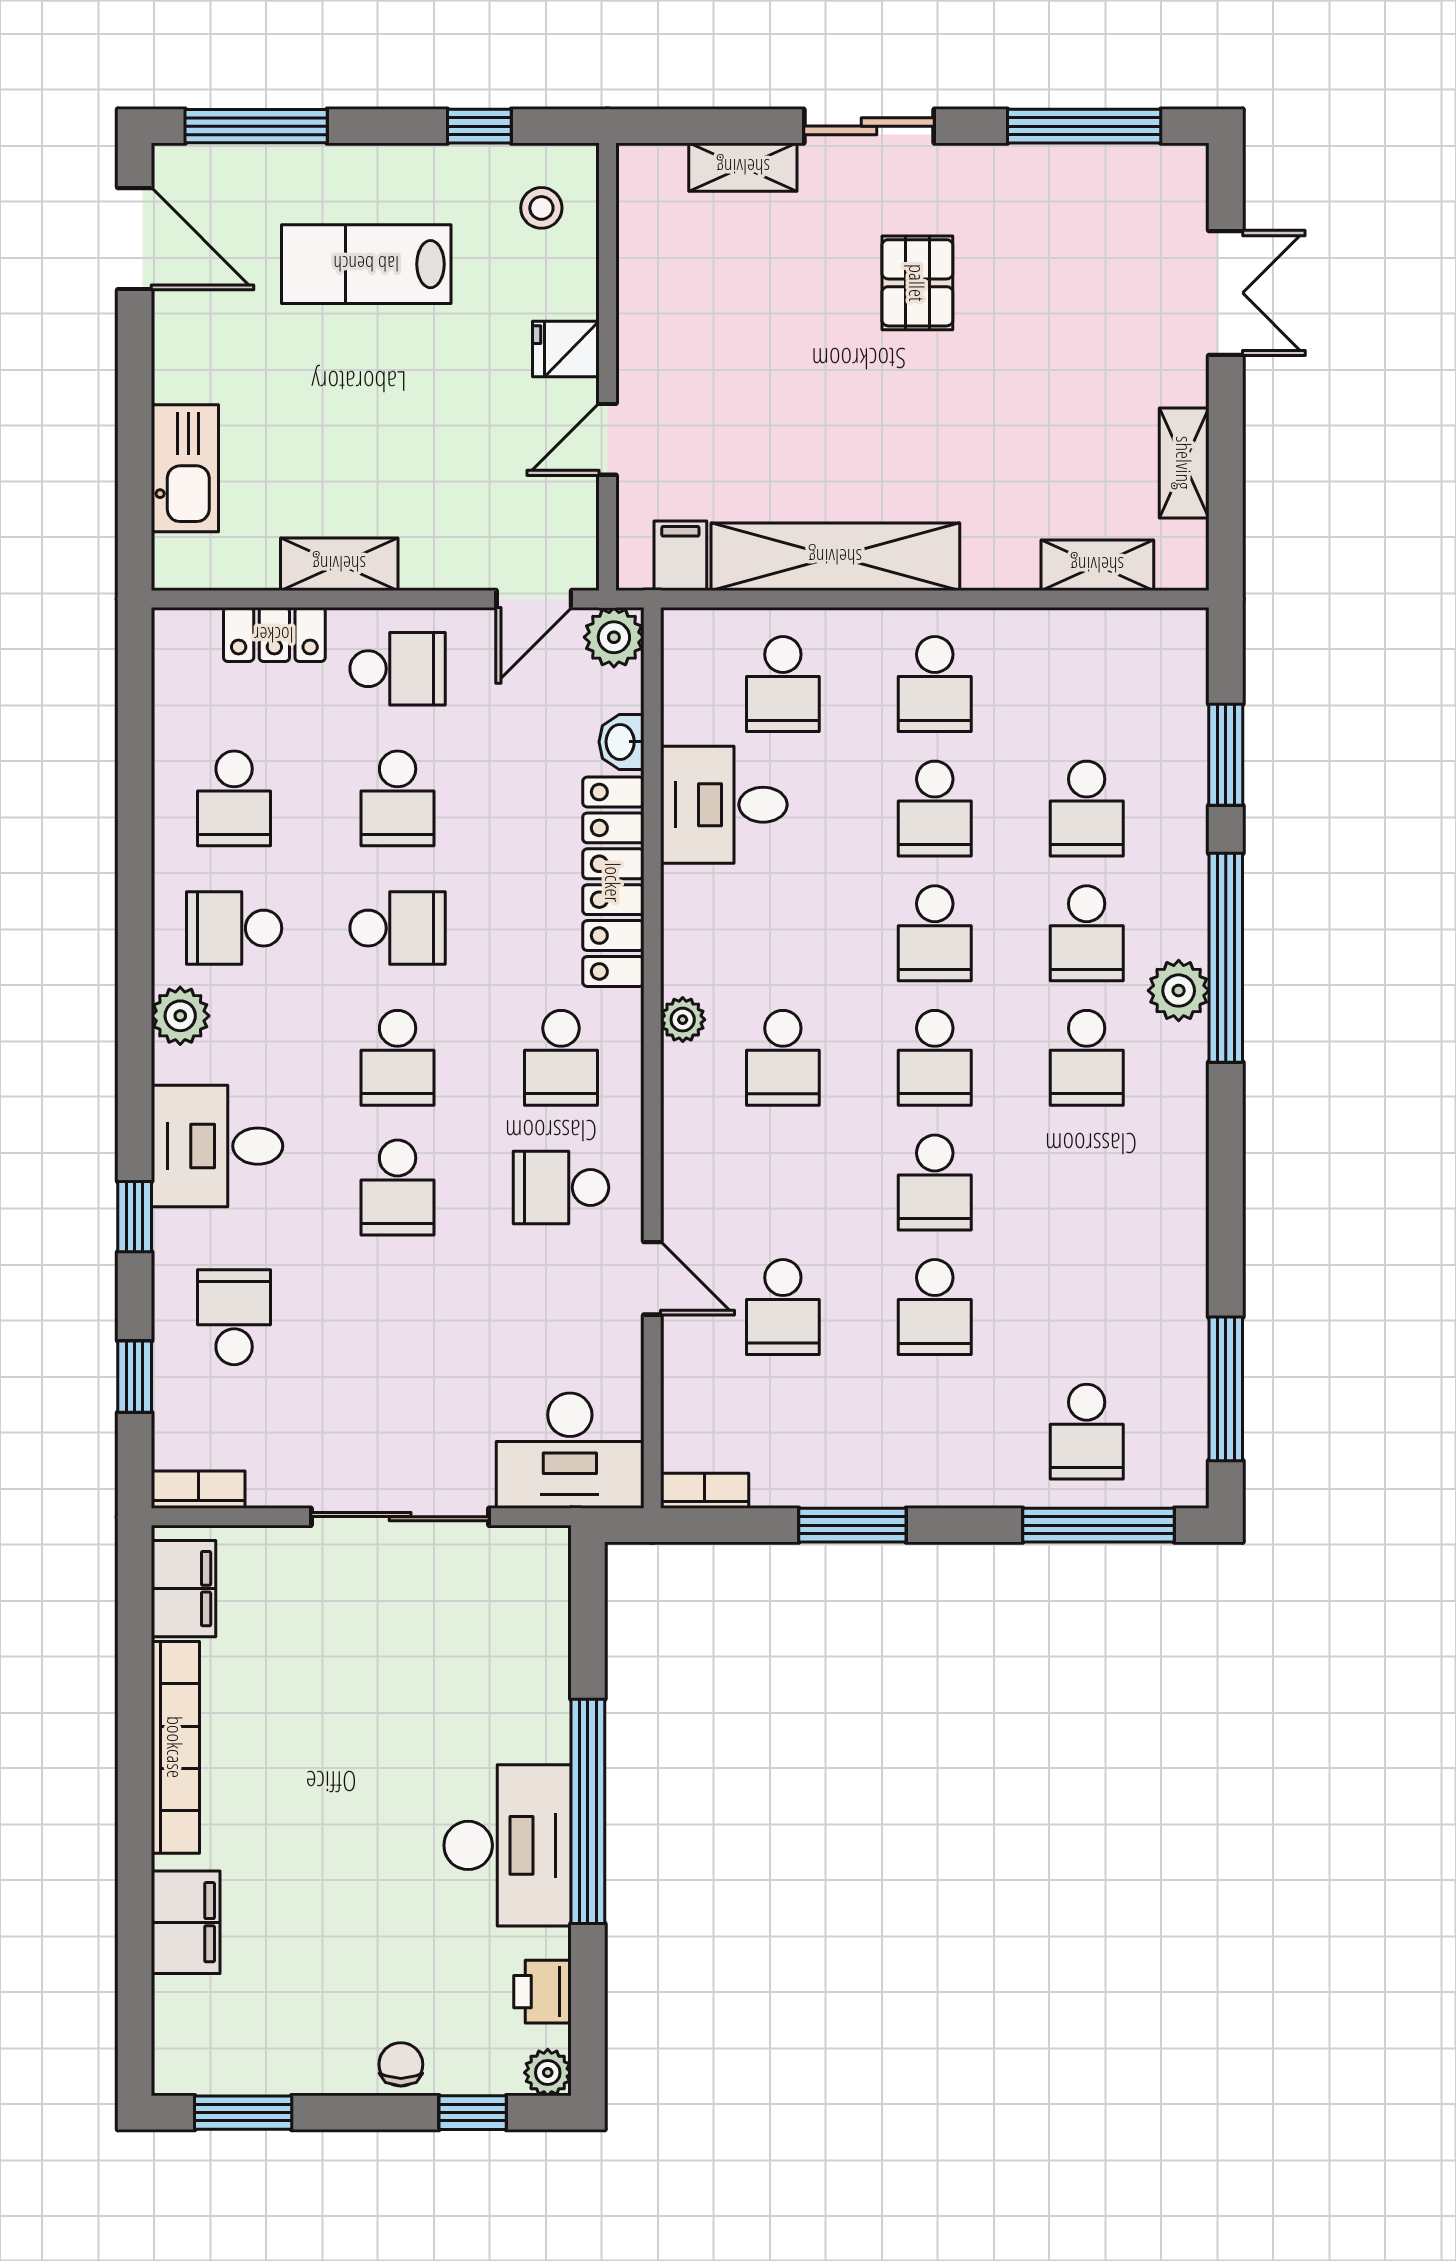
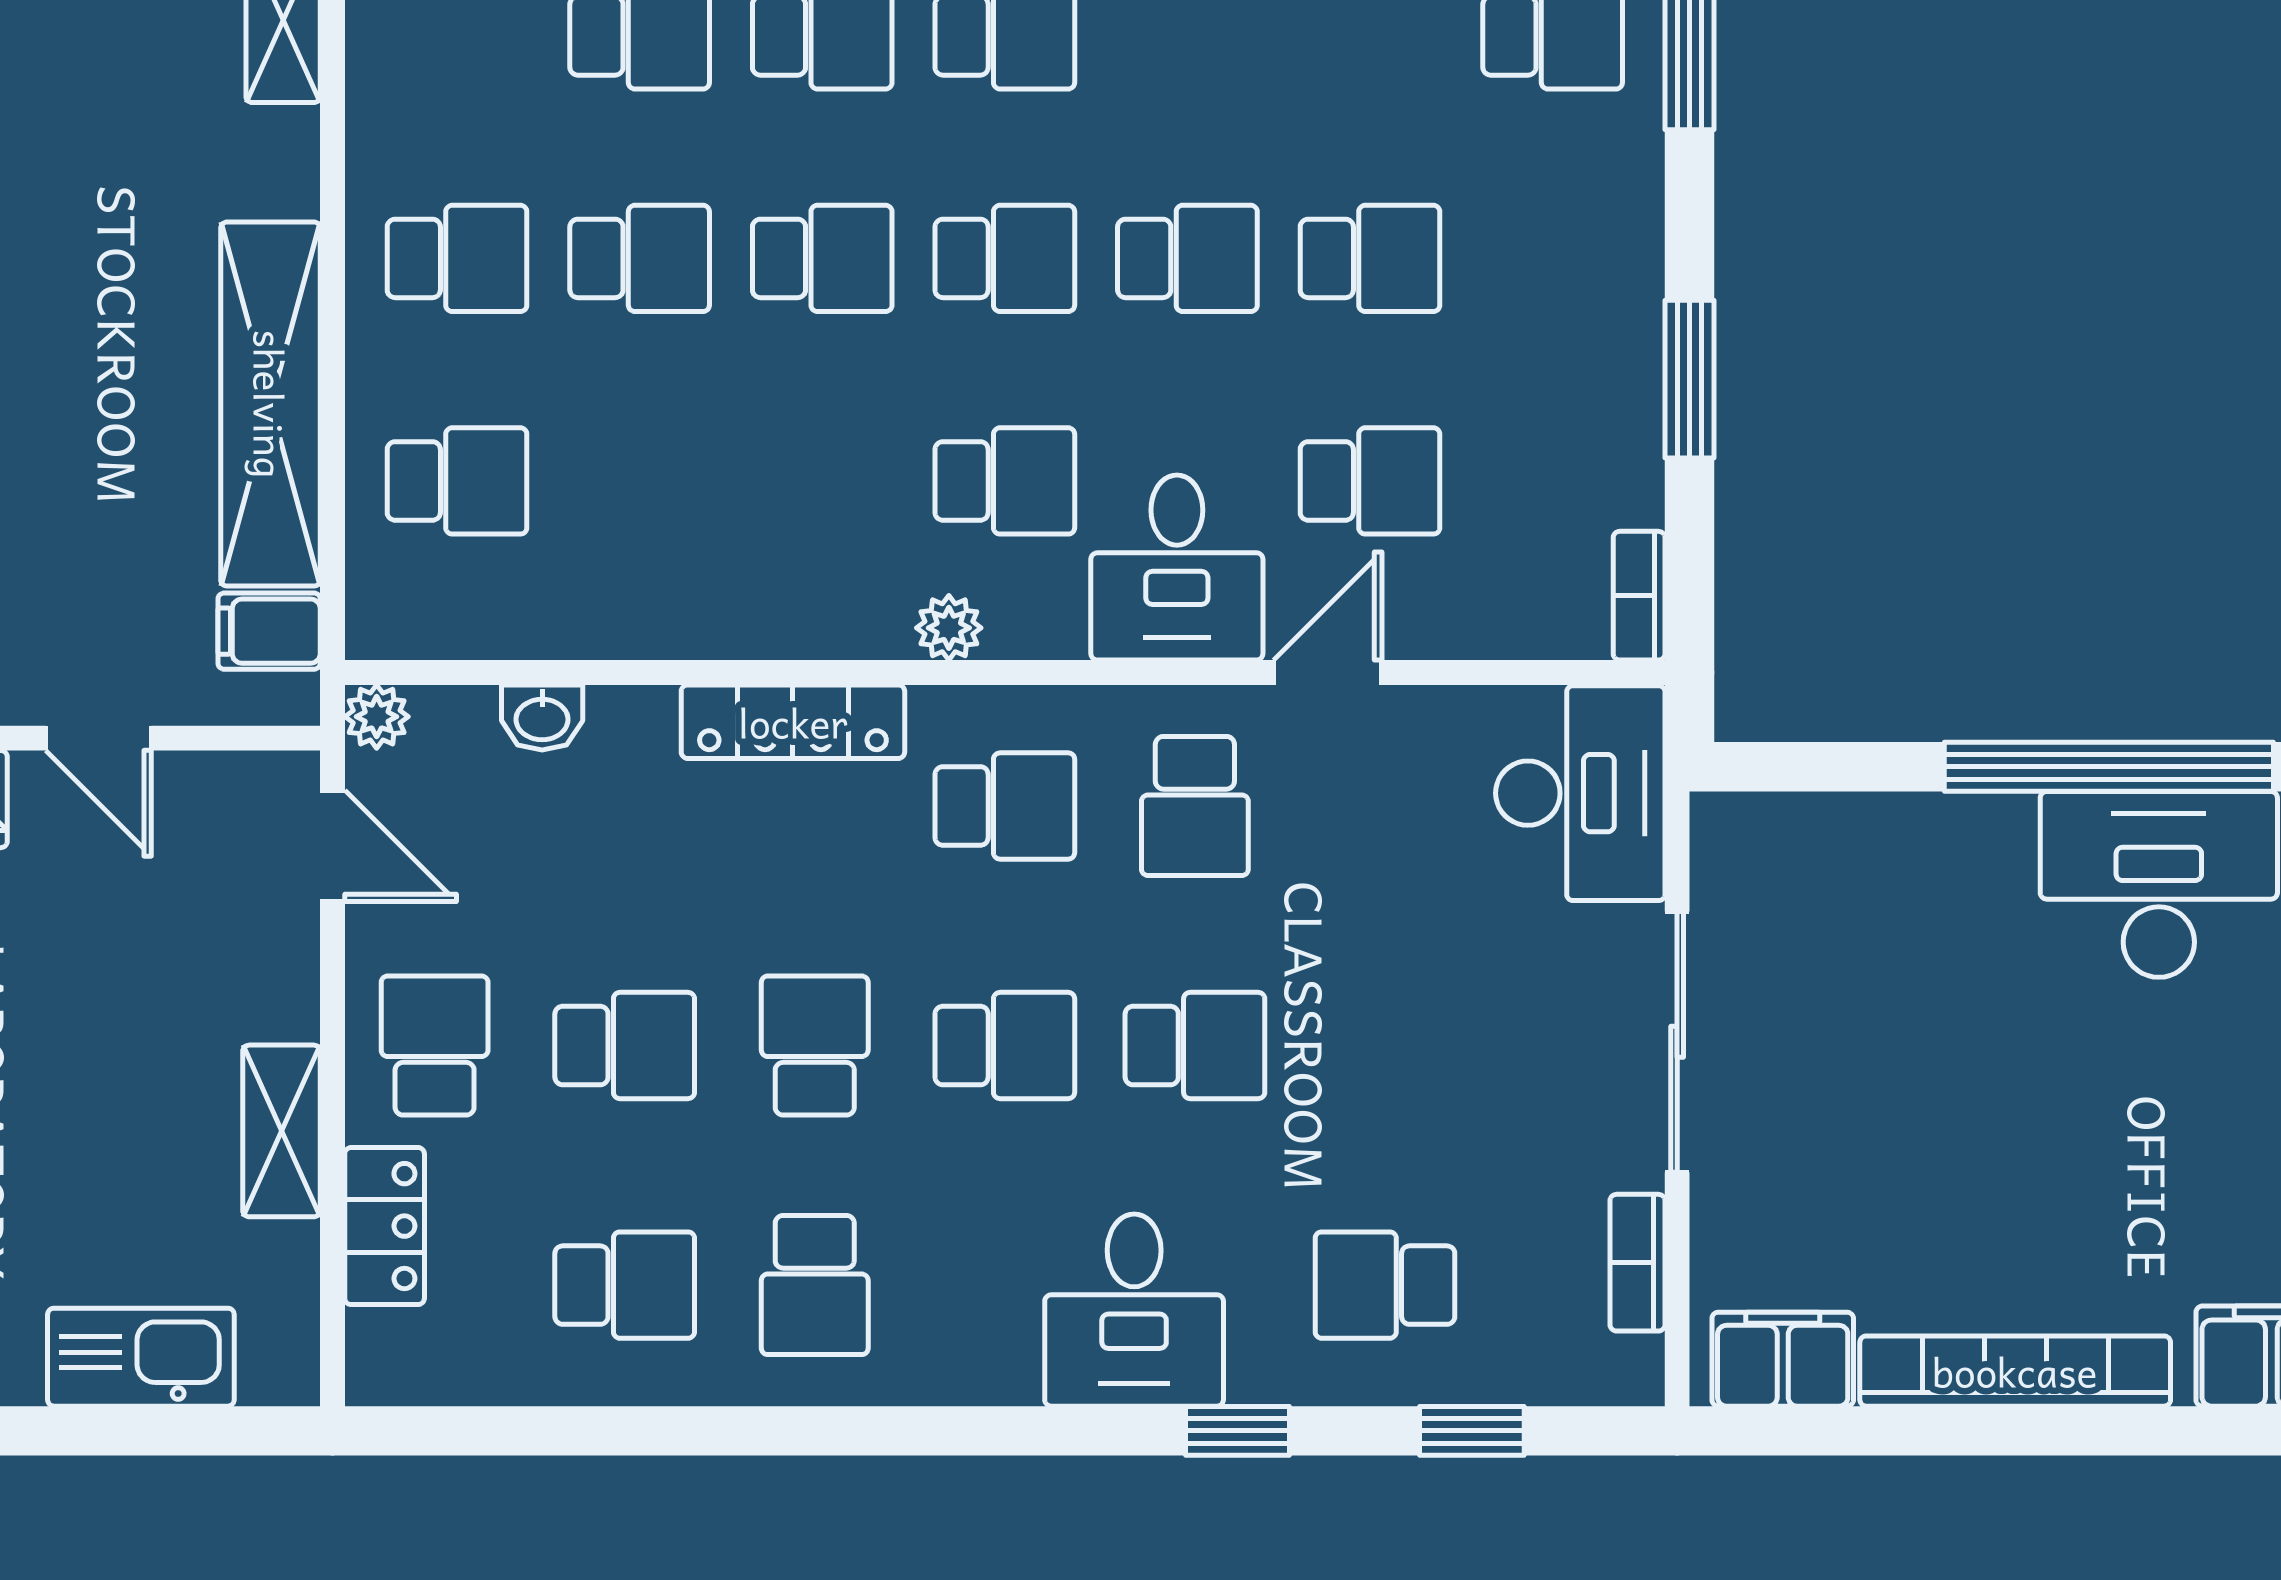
plant: (614, 637) -> (377, 717), width x0.73, depth x0.73
desk: (724, 805) -> (1177, 568), moved
locker: (613, 882) -> (793, 722), width x0.71, depth x0.83
plant: (180, 1016) -> (943, 1364), removed
bookcase: (198, 1490) -> (1637, 1263), moved

